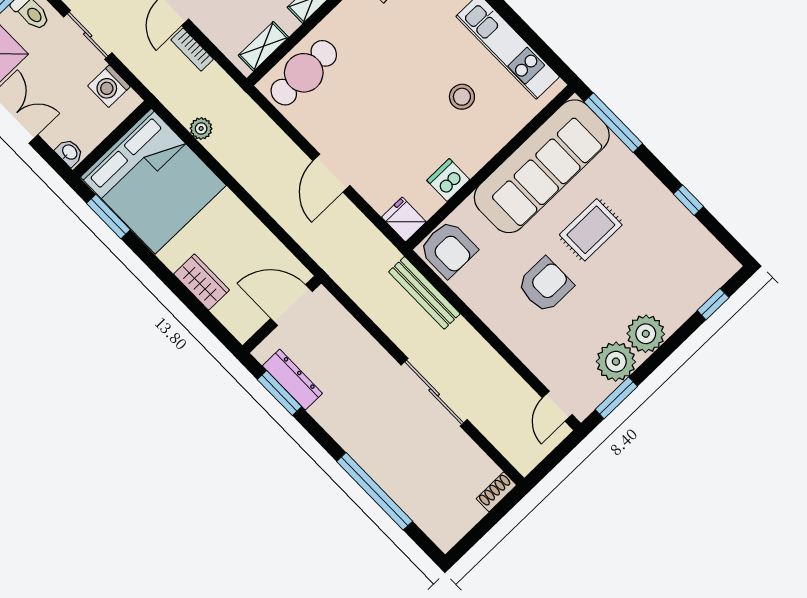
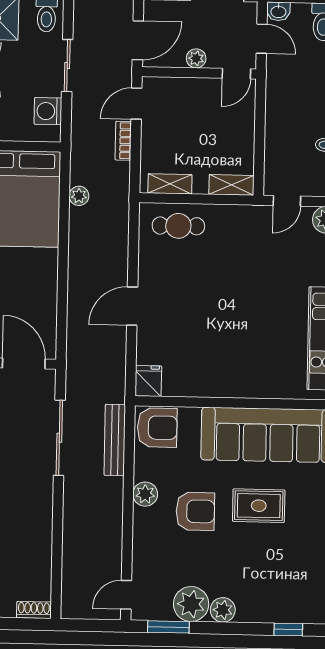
cafe table: (304, 73) -> (178, 226), width x0.73, depth x0.74
stool: (462, 97) -> (262, 341), removed
dishwasher: (448, 180) -> (201, 384), removed
armchair: (448, 249) -> (157, 428), turned -90
plant: (492, 311) -> (145, 494), added
plant: (646, 334) -> (223, 610), width x0.73, depth x0.73
sliding door: (434, 392) -> (59, 438), moved

